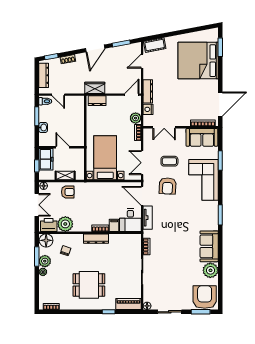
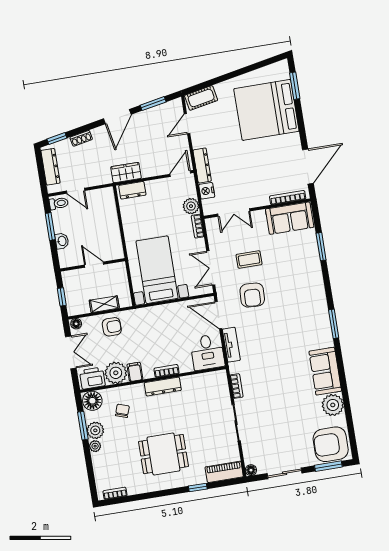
freezer: (46, 159) -> (73, 285), removed
corner sofa: (203, 180) -> (302, 278), removed
filing cabinet: (114, 225) -> (135, 372), moved
armchair: (205, 297) -> (331, 444), turned -90

